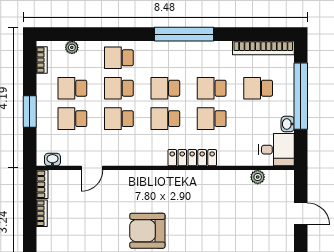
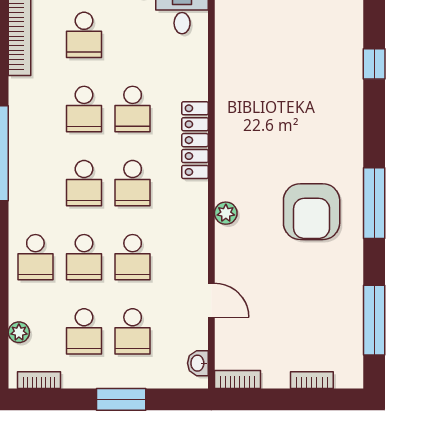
plant: (258, 177) -> (226, 213), moved
bookcase: (42, 213) -> (312, 380), moved

